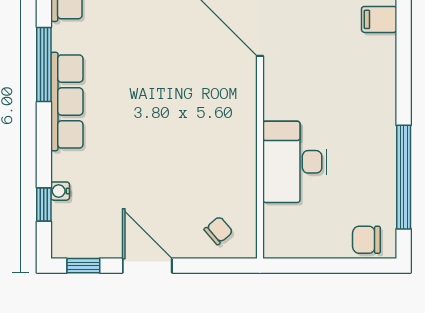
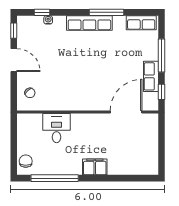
filing cabinet: (379, 19) -> (95, 167), moved, width x2.00
desk: (295, 162) -> (57, 128), width x0.73
door: (147, 266) -> (14, 60), hinge flipped

